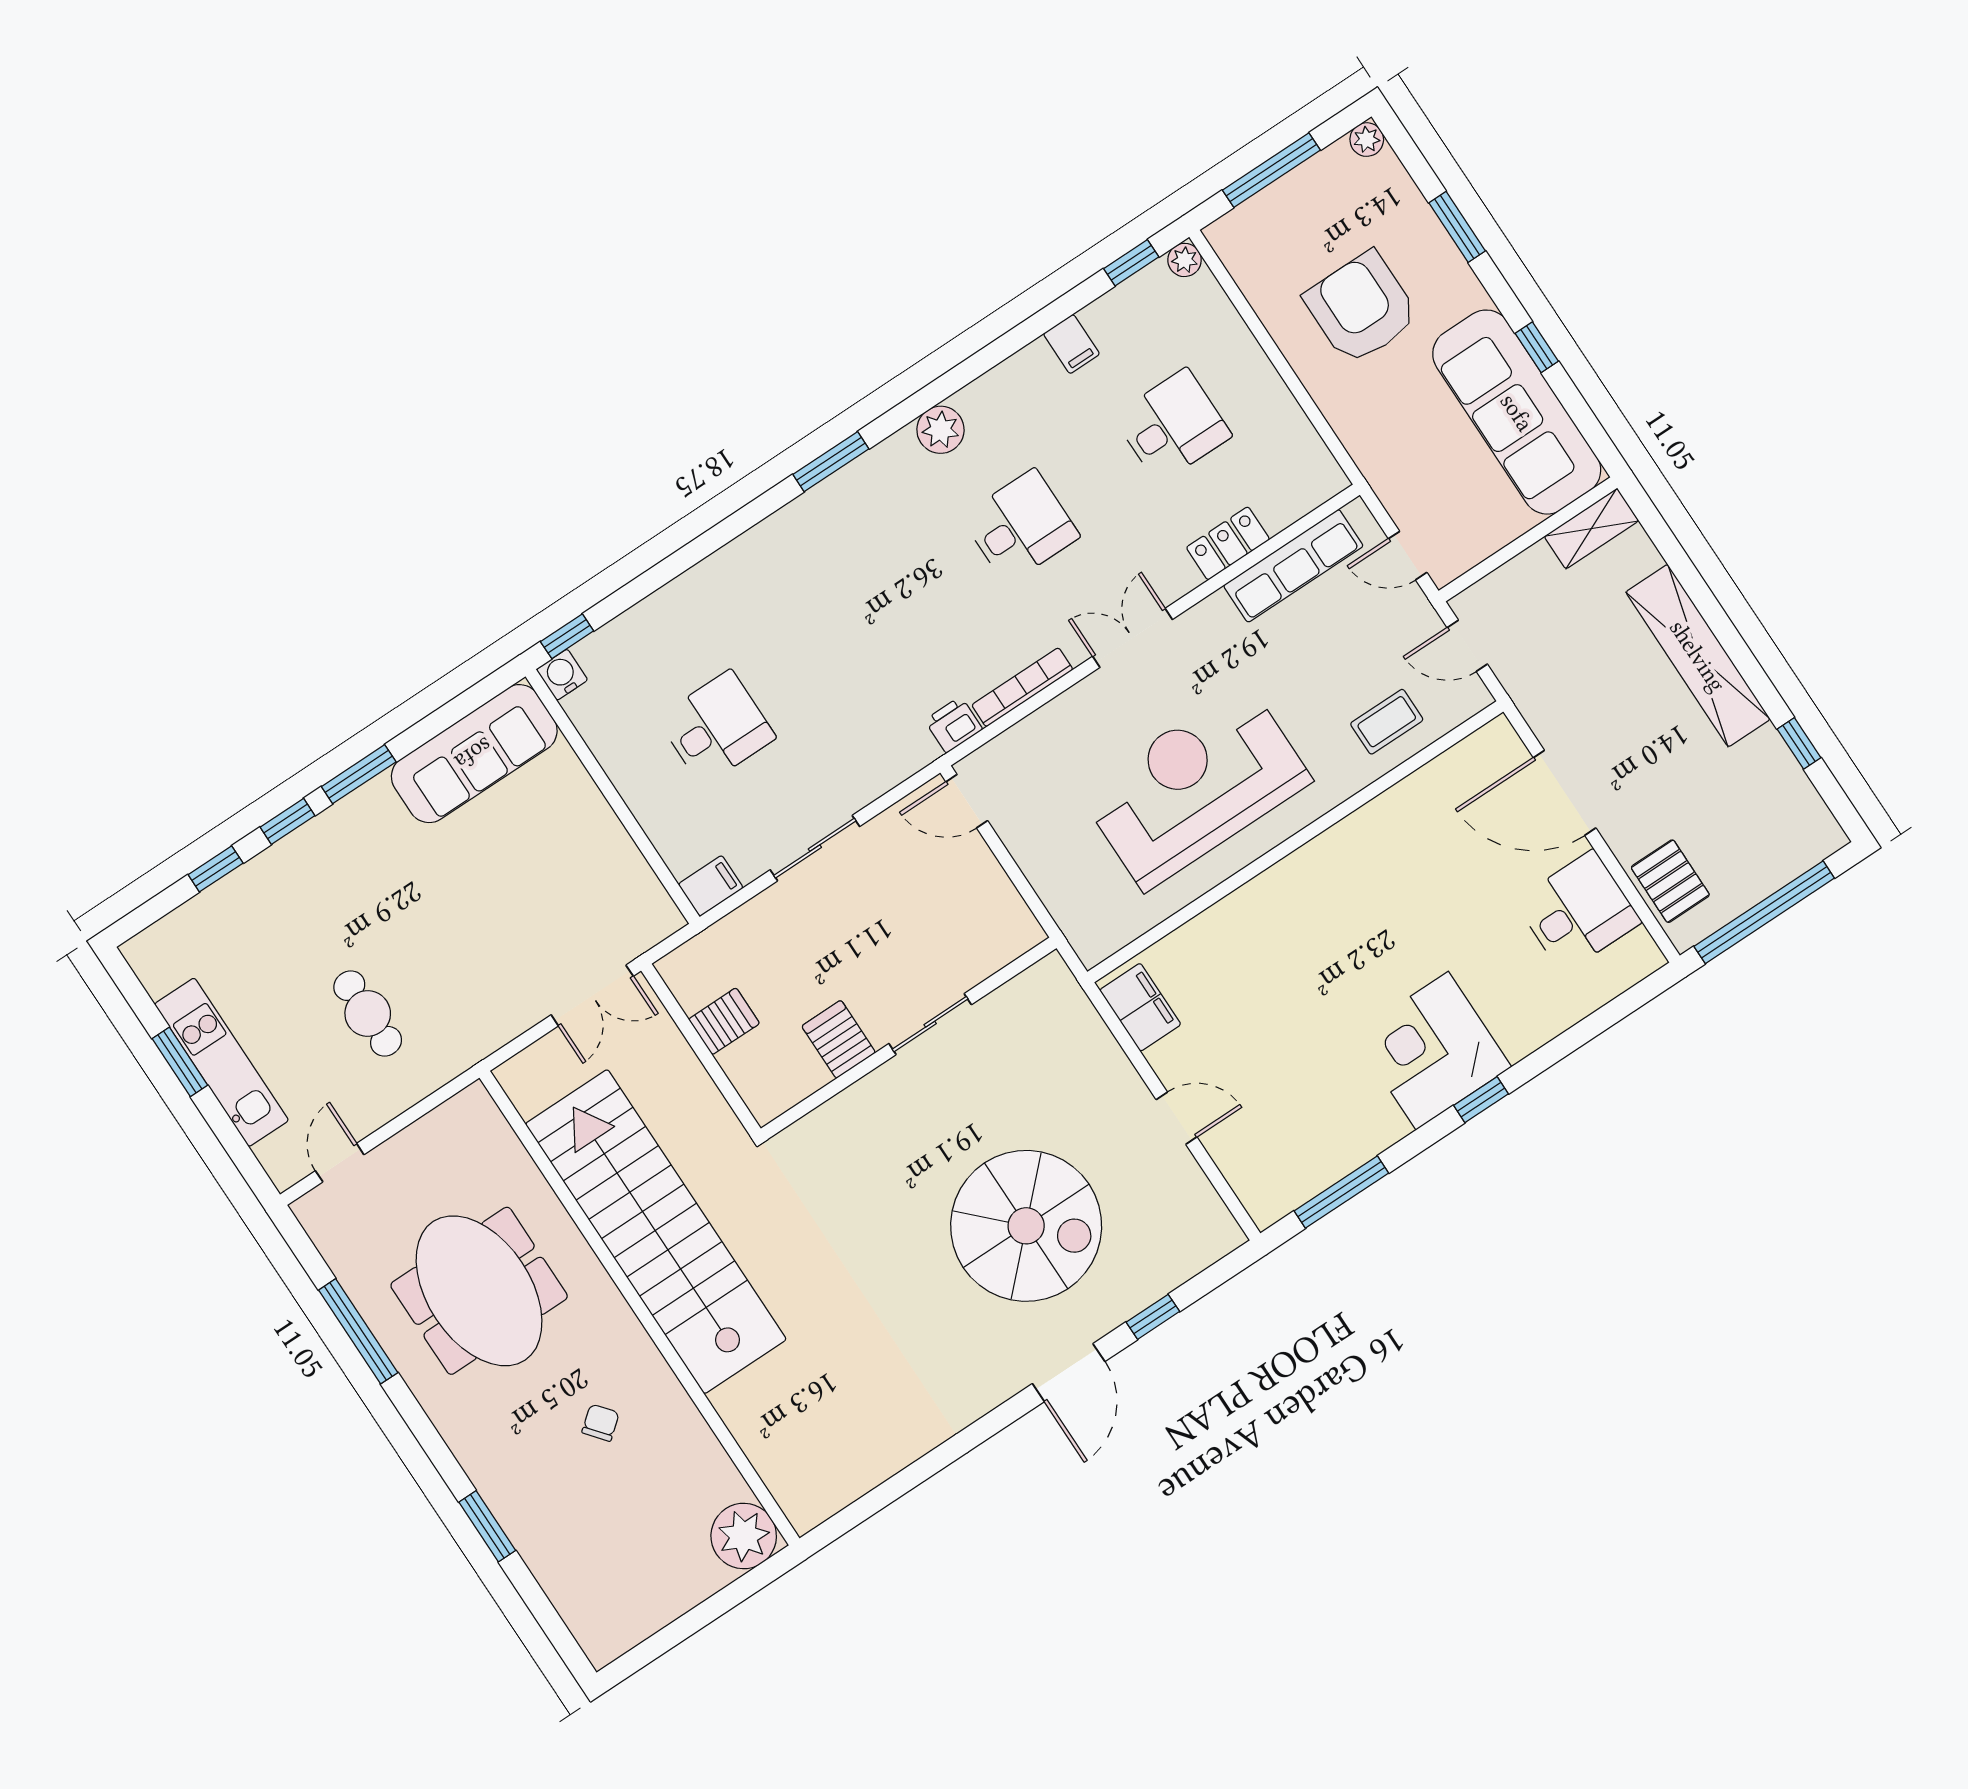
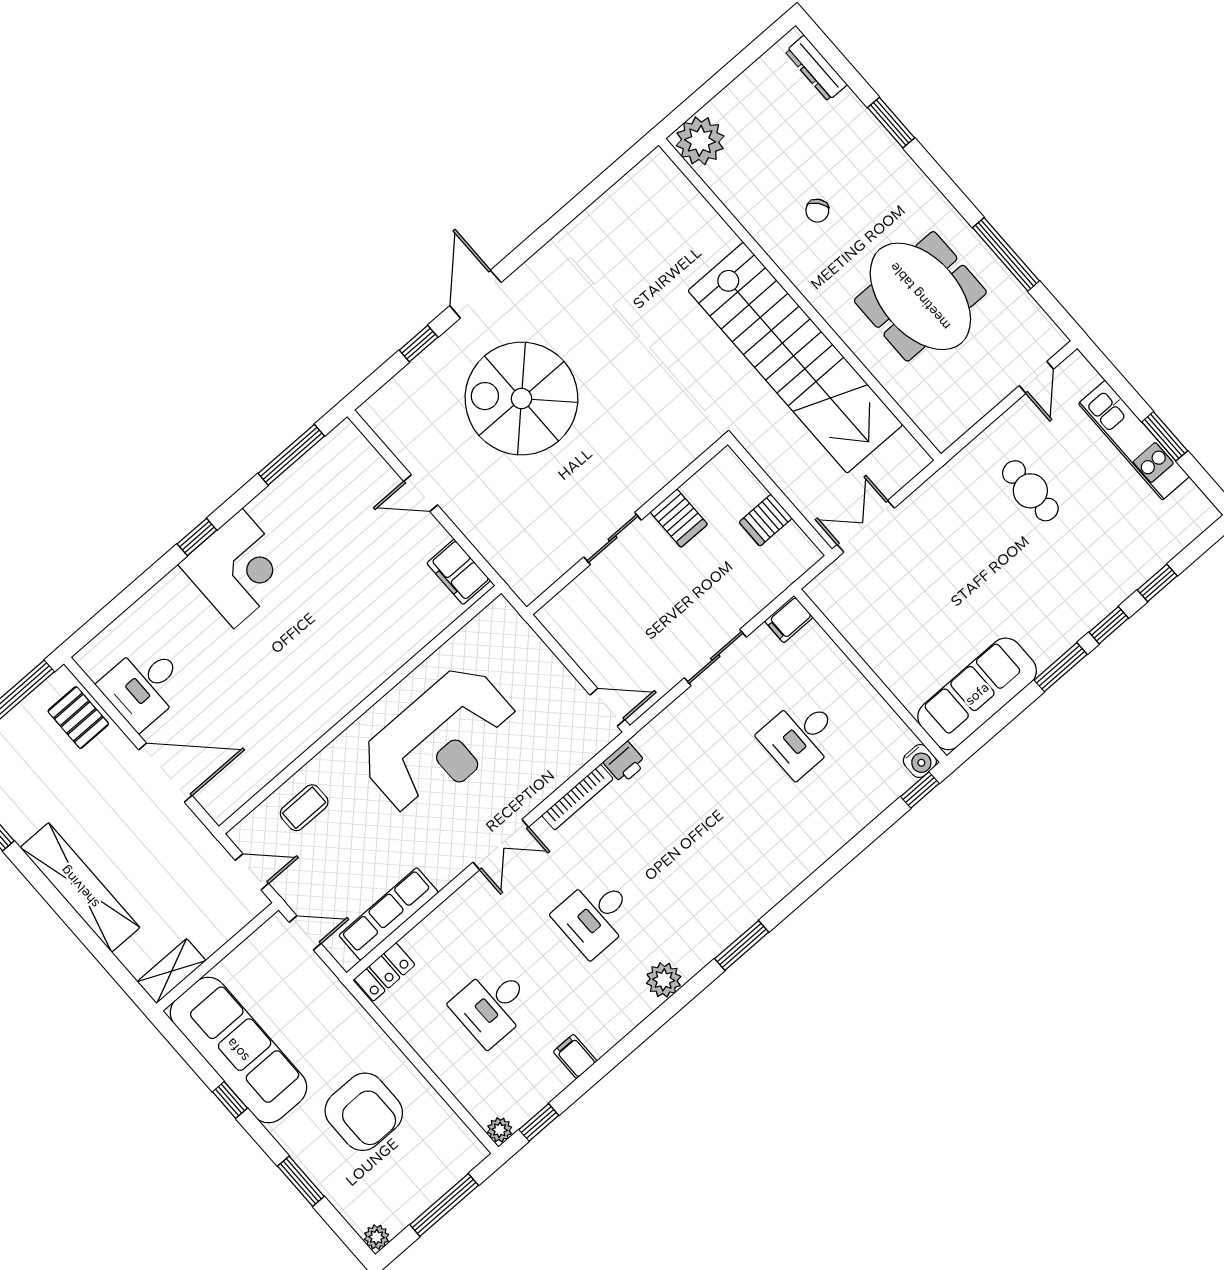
locker: (1228, 543) -> (385, 972), moved
dresser: (577, 1612) -> (816, 68), added

